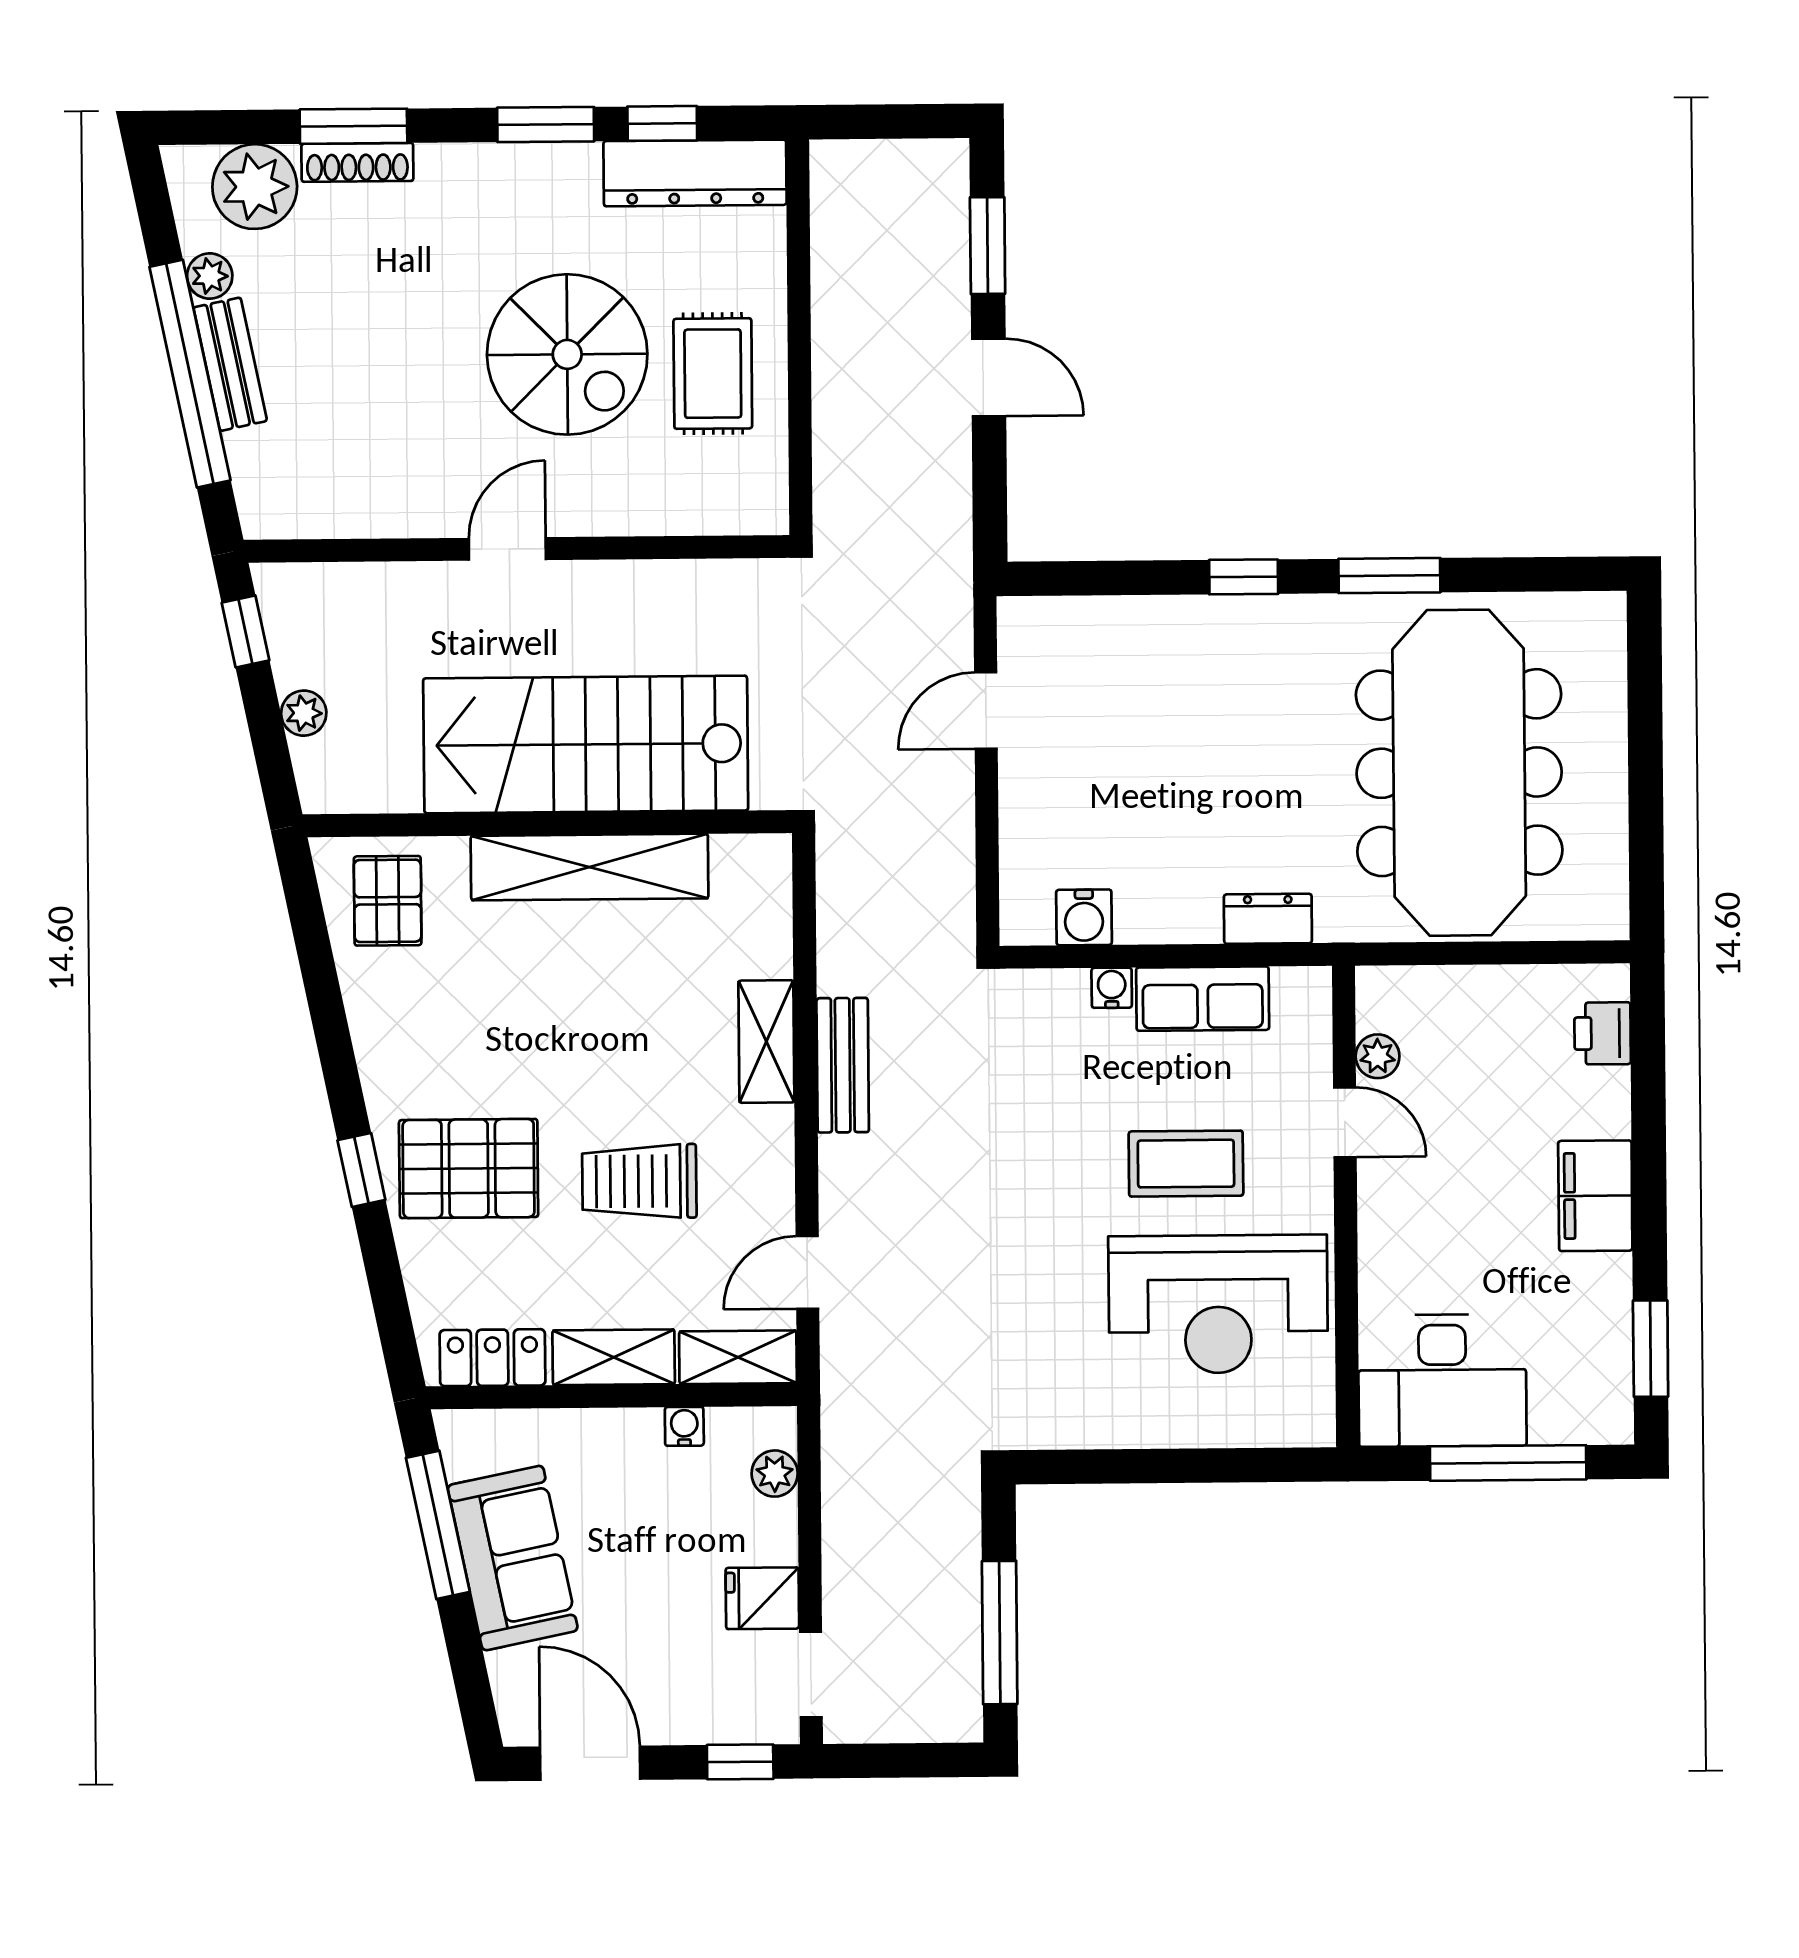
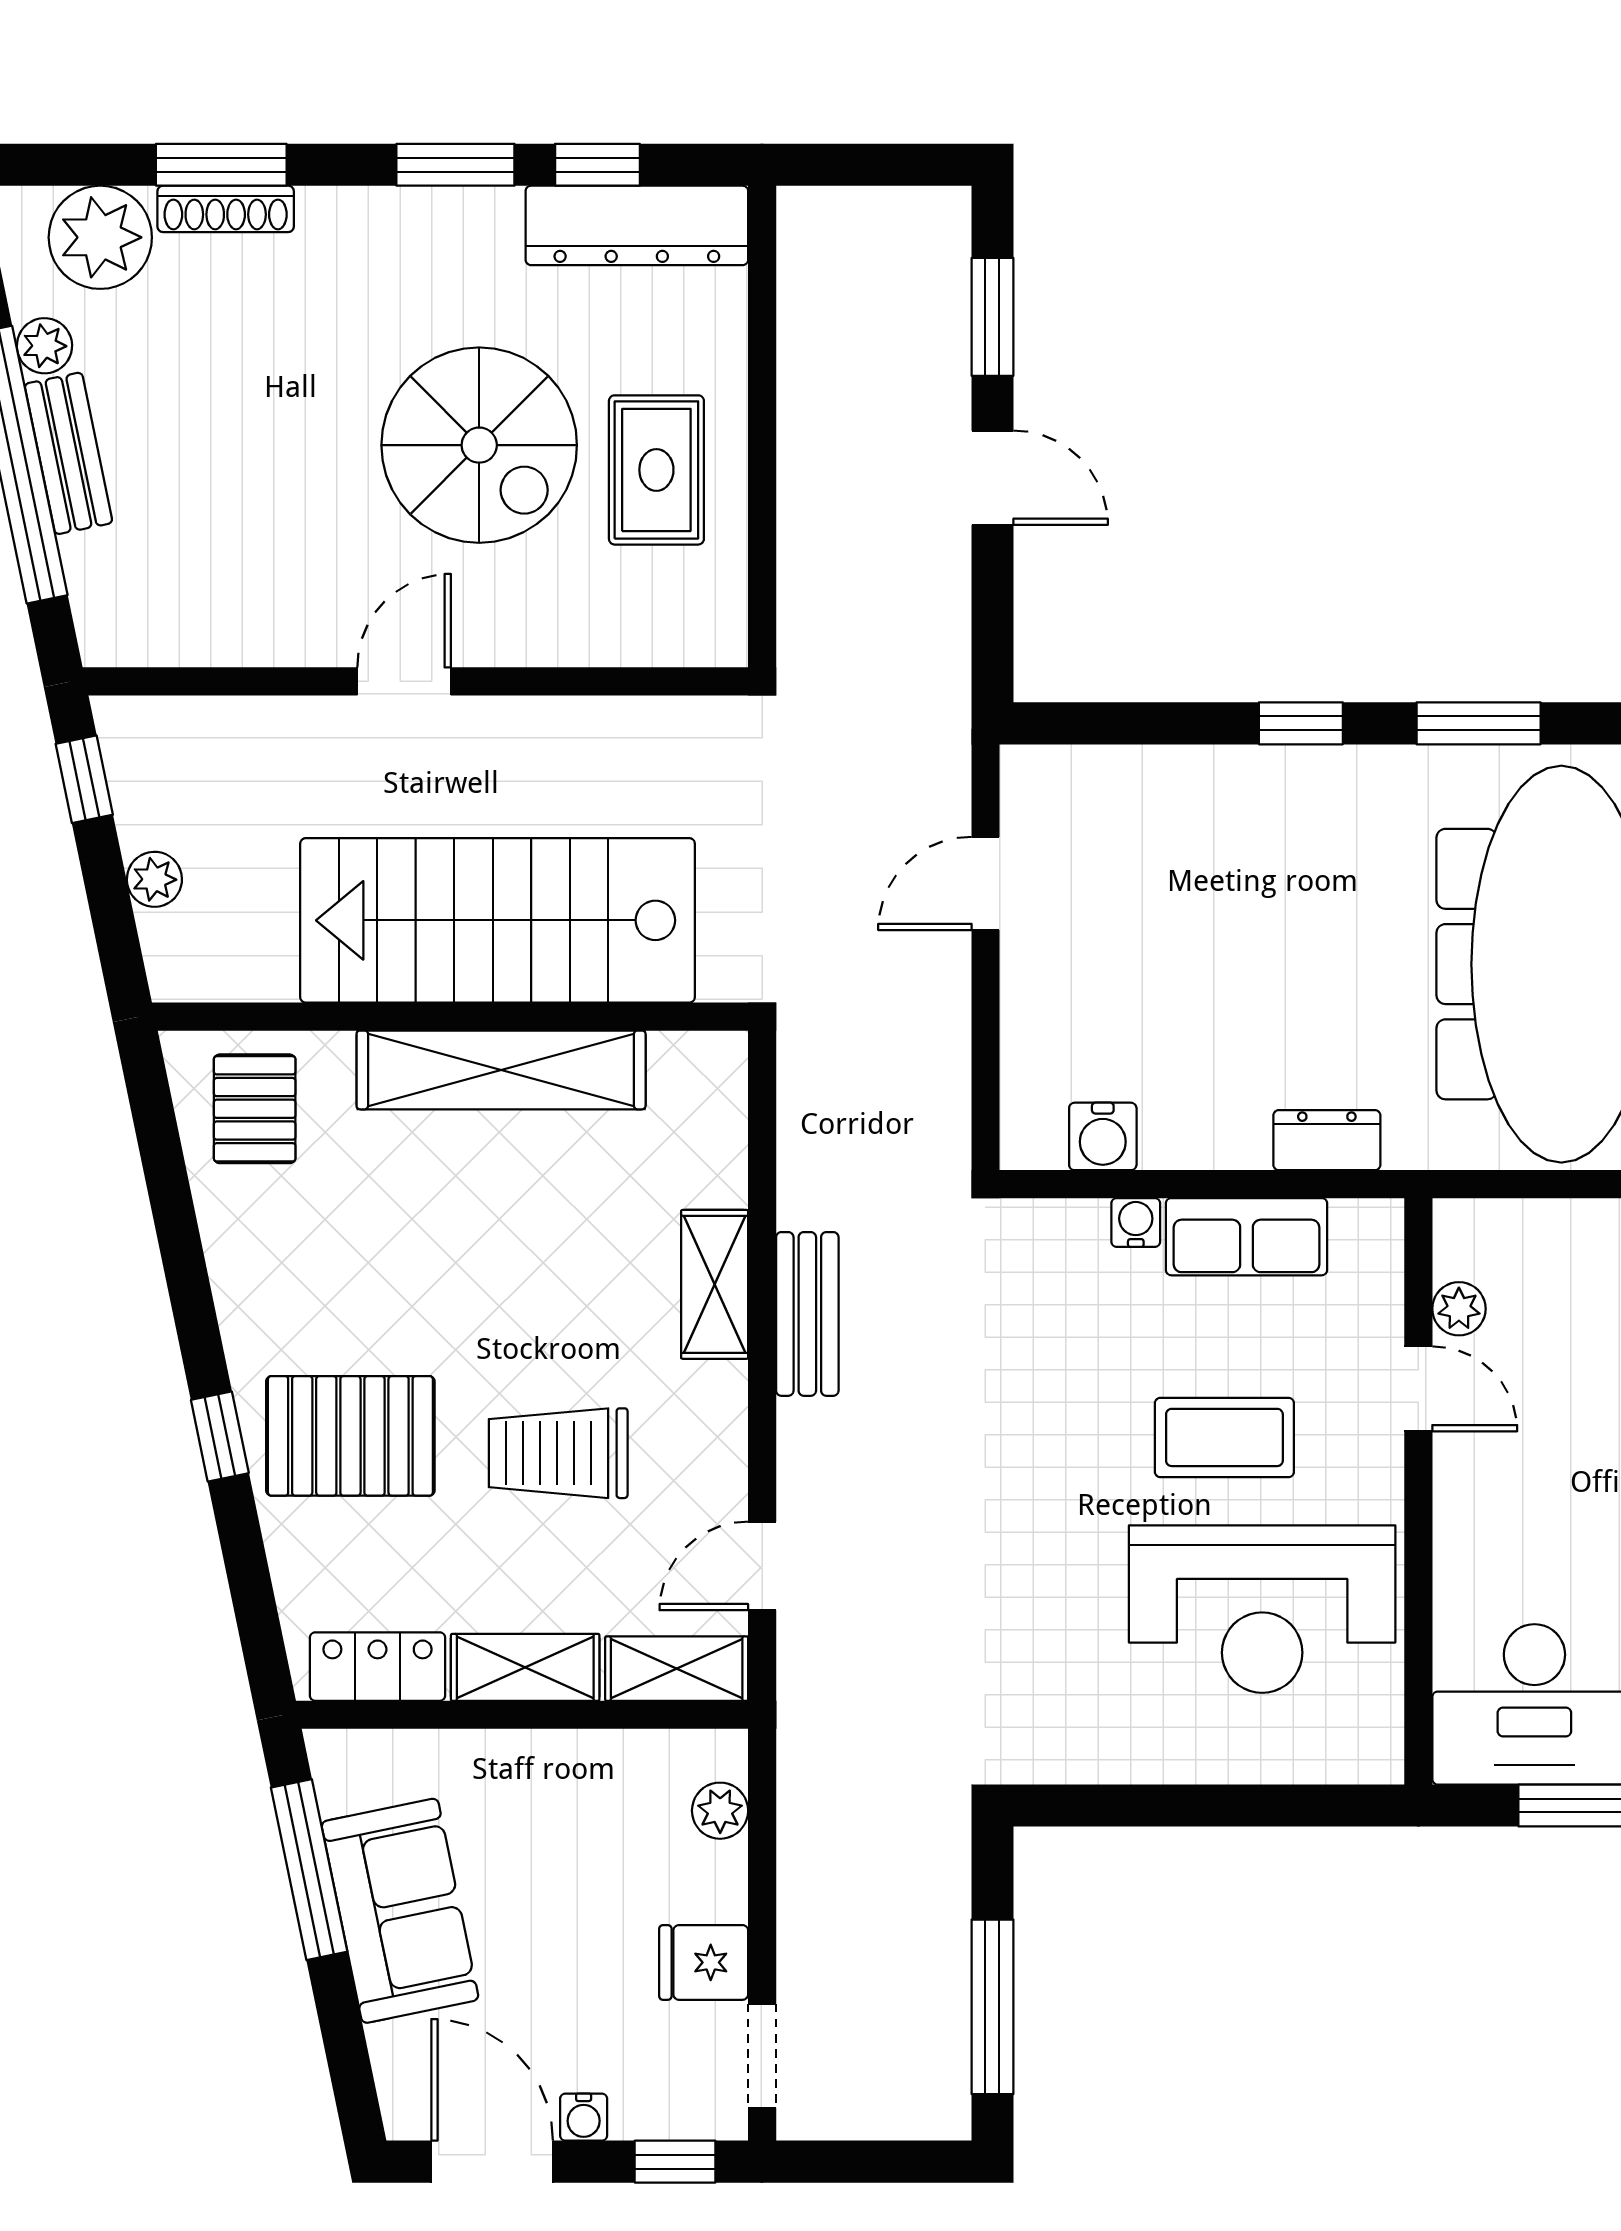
water cooler: (684, 1426) -> (584, 2117), moved, turned 180

